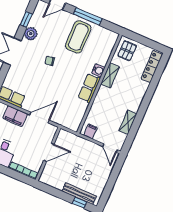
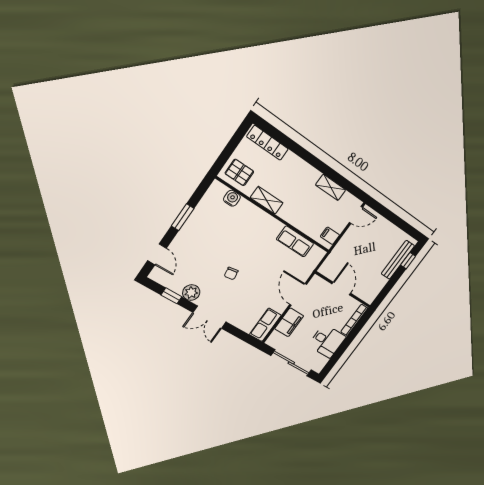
window: (88, 16) -> (183, 217), width x0.69
coffee table: (78, 37) -> (208, 234), removed
water cooler: (98, 70) -> (232, 198), moved
row of seats: (89, 88) -> (295, 241), moved

